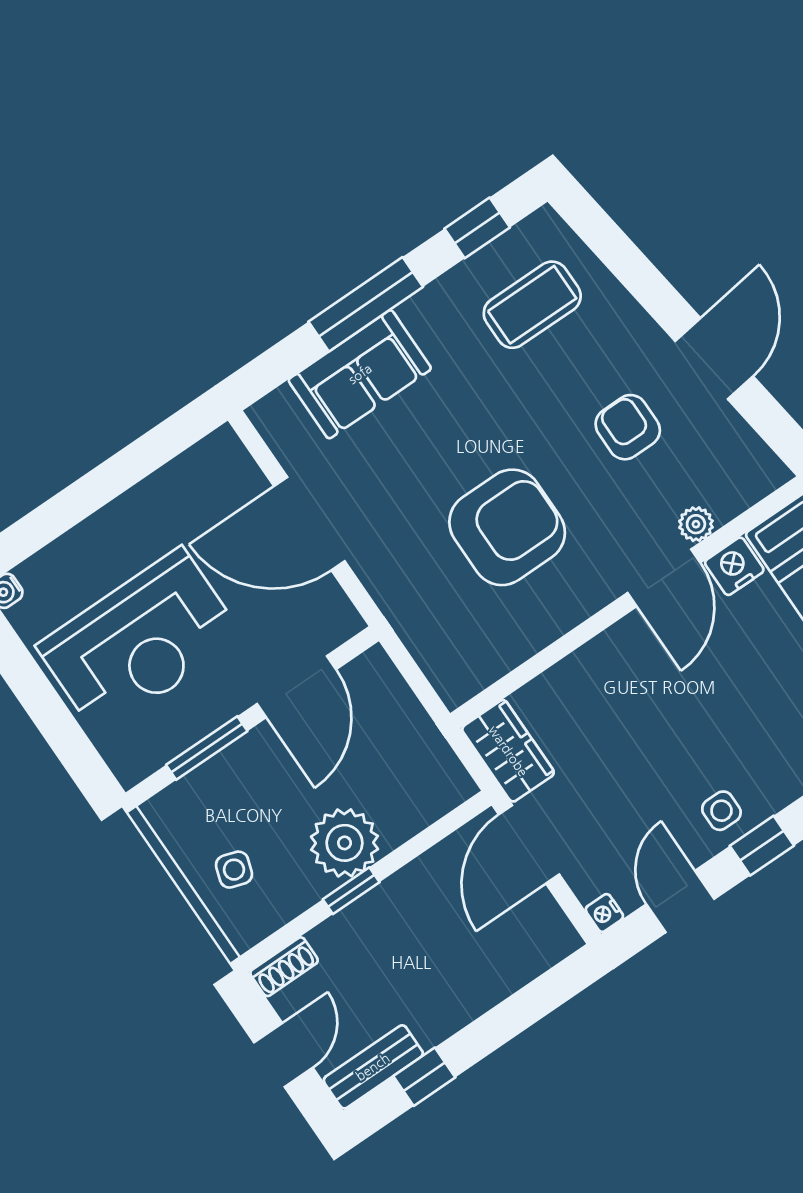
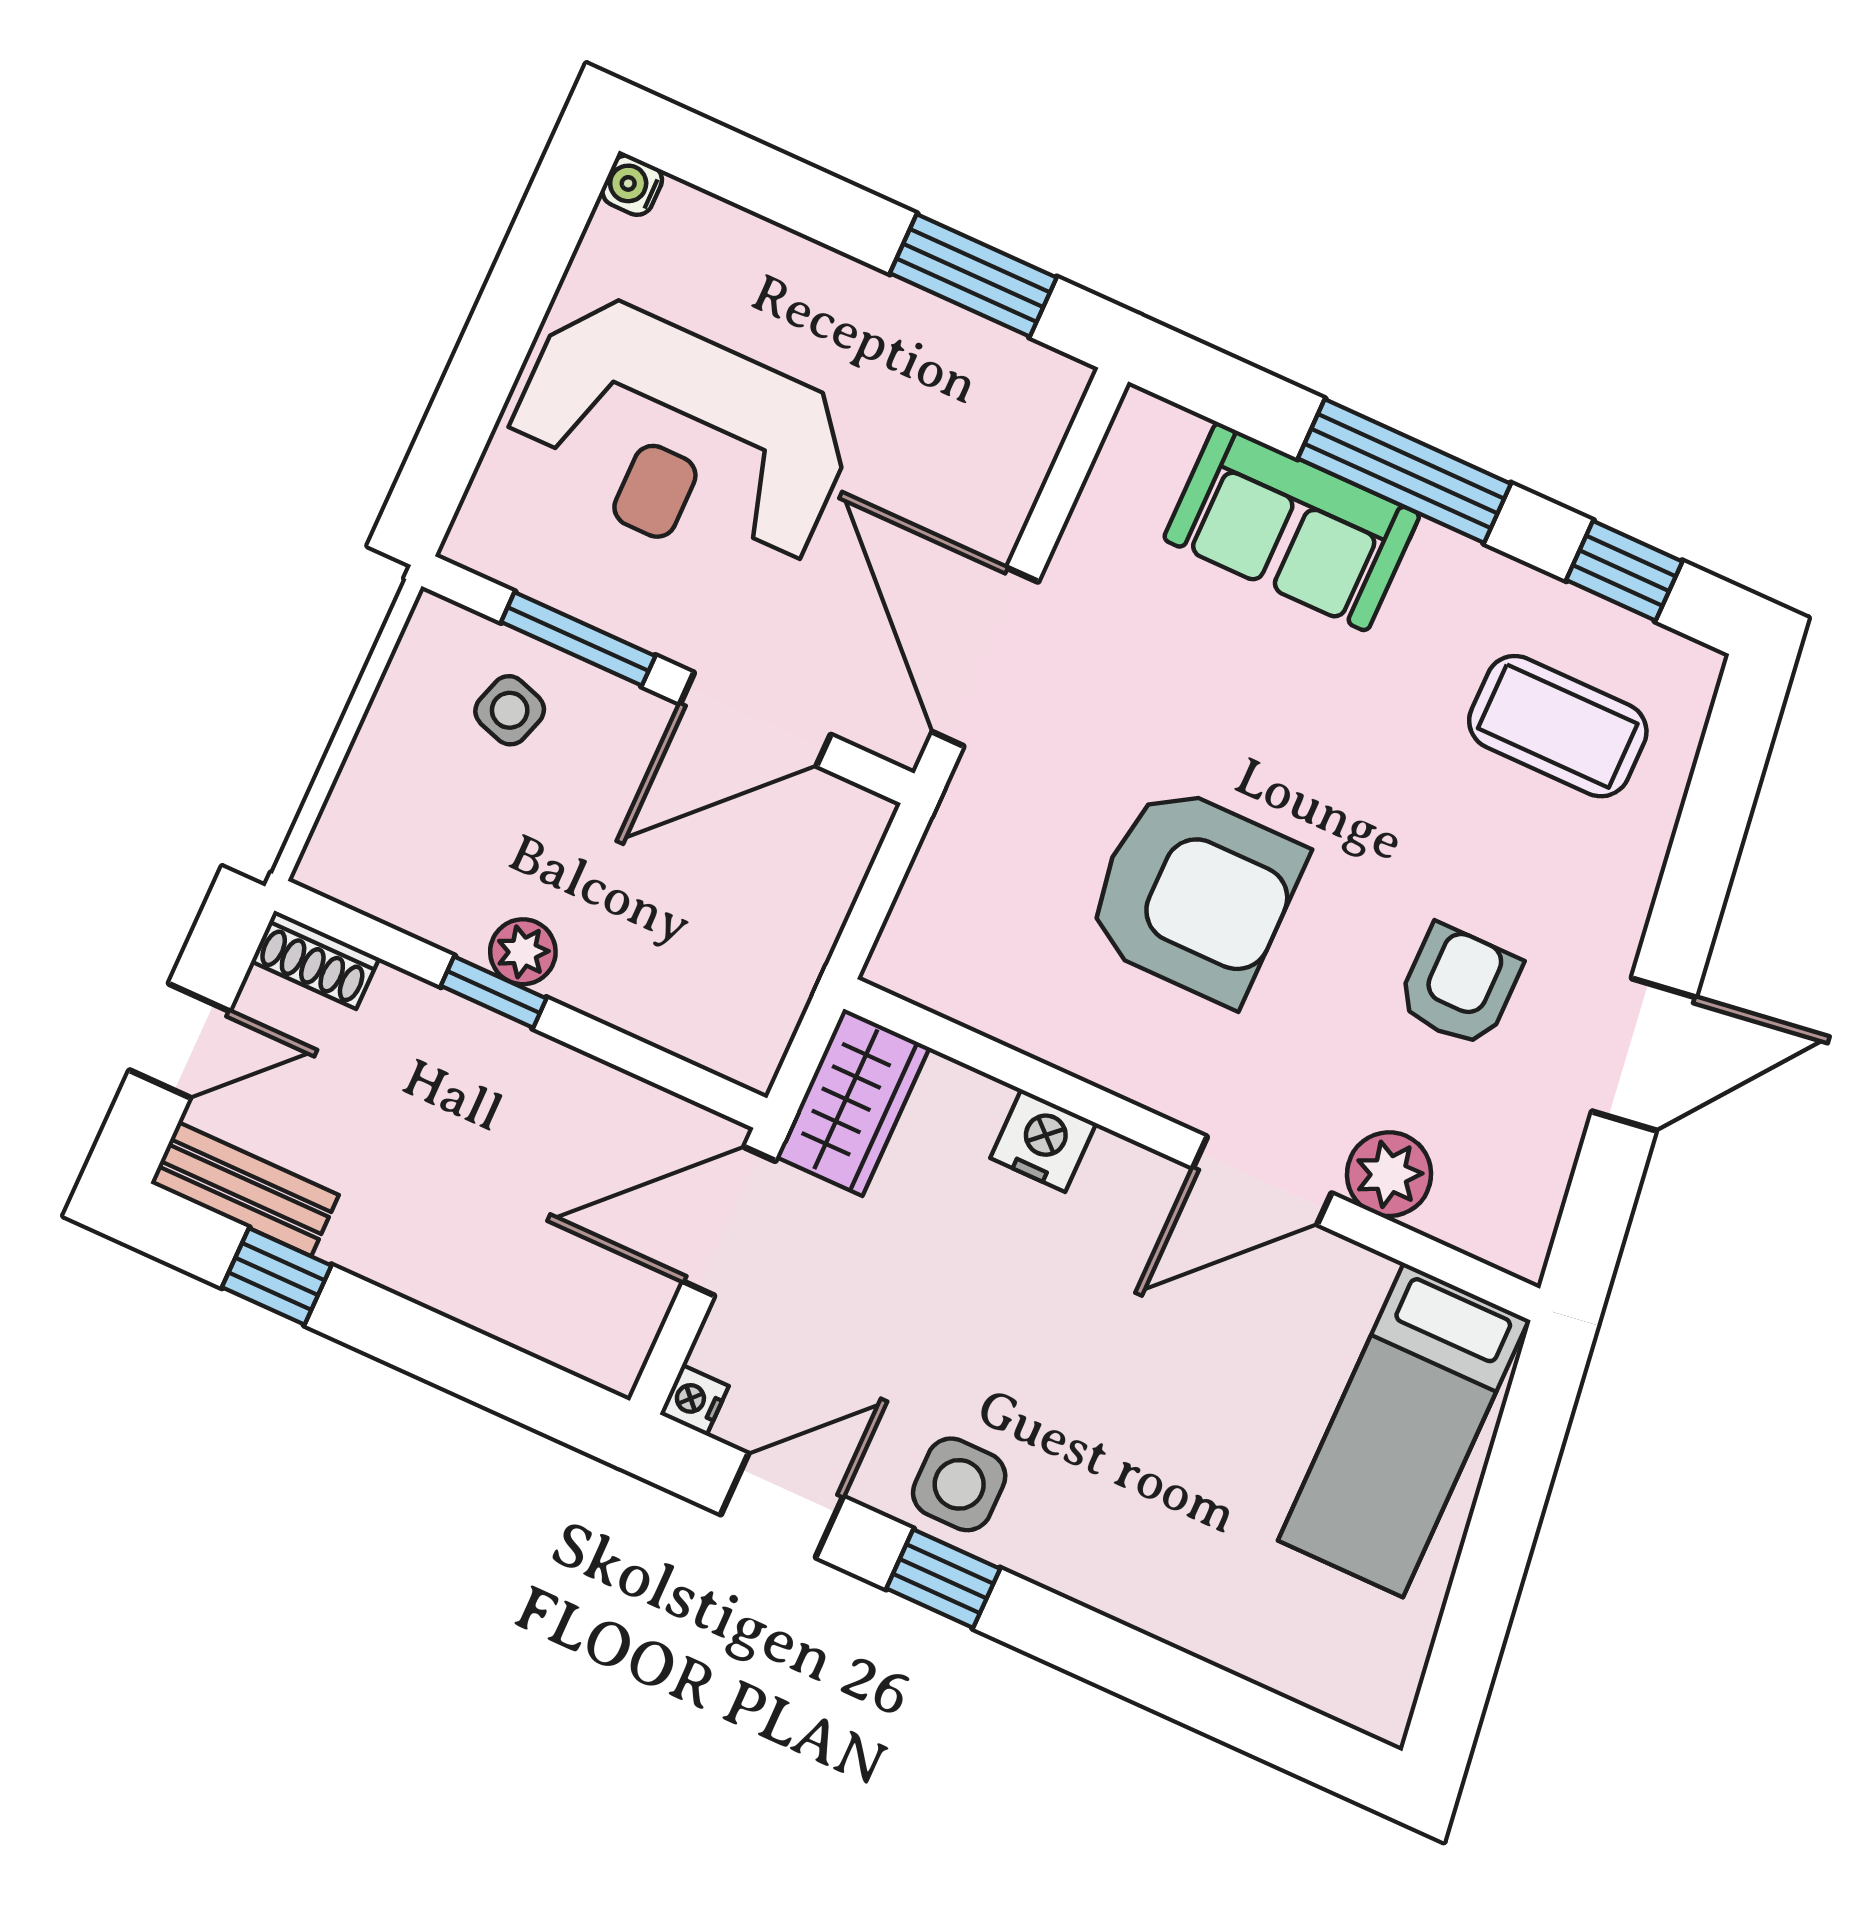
window: (147, 454) -> (973, 275), added
door: (309, 524) -> (985, 657), moved
plant: (696, 524) -> (1389, 1174), width x1.38, depth x1.38
nightstand: (734, 566) -> (1043, 1141), moved
side table: (721, 811) -> (959, 1484), width x1.37, depth x1.37
plant: (345, 843) -> (523, 952), width x0.53, depth x0.53
side table: (234, 870) -> (510, 710), moved

